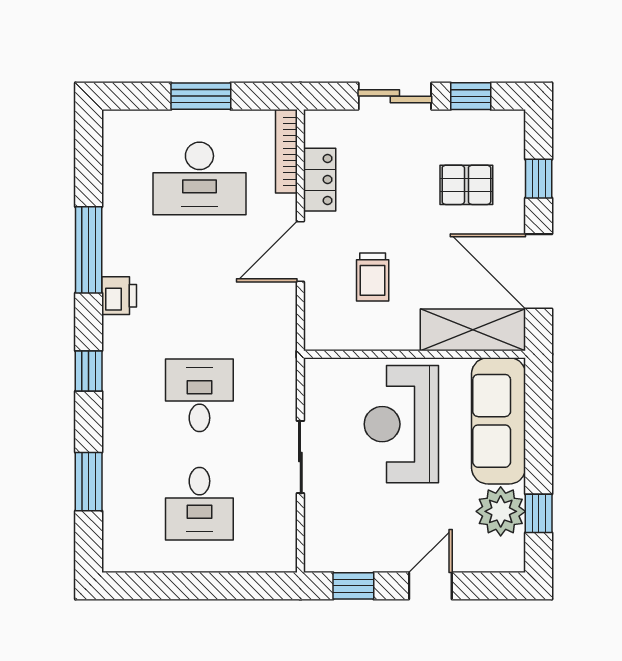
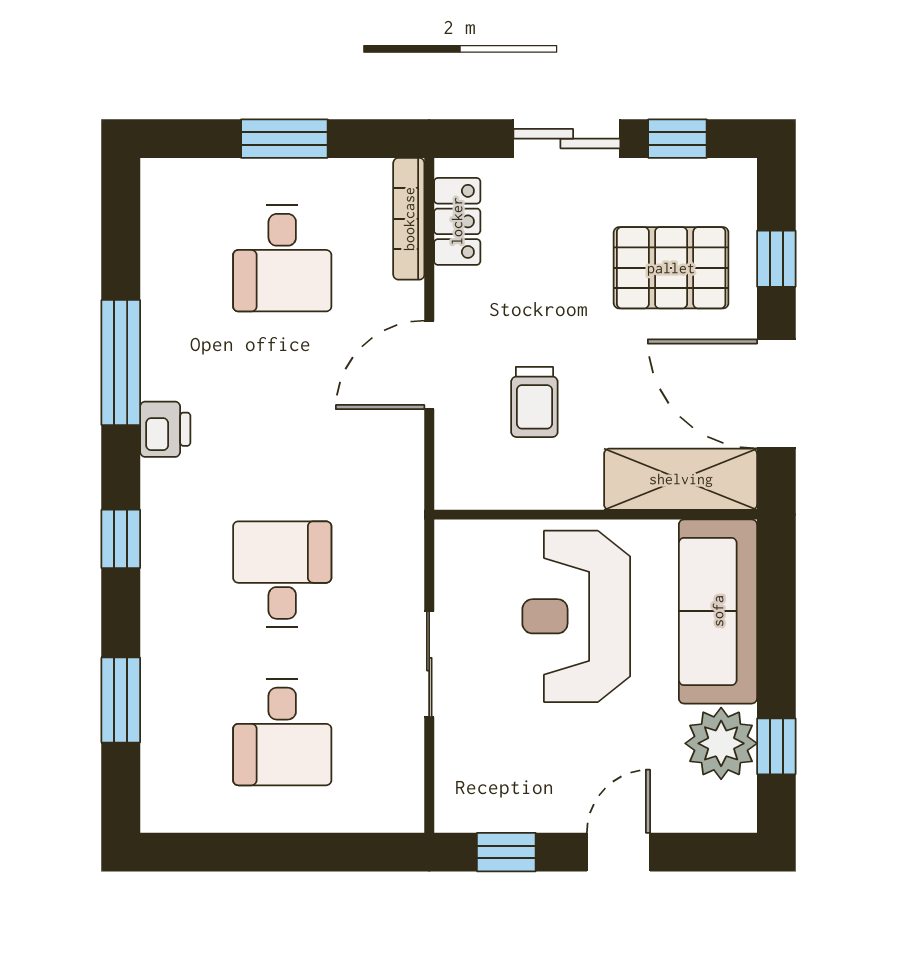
desk: (199, 178) -> (282, 258), width x0.73
locker: (320, 180) -> (457, 221), moved
pallet: (466, 185) -> (671, 268), width x1.50, depth x1.42

